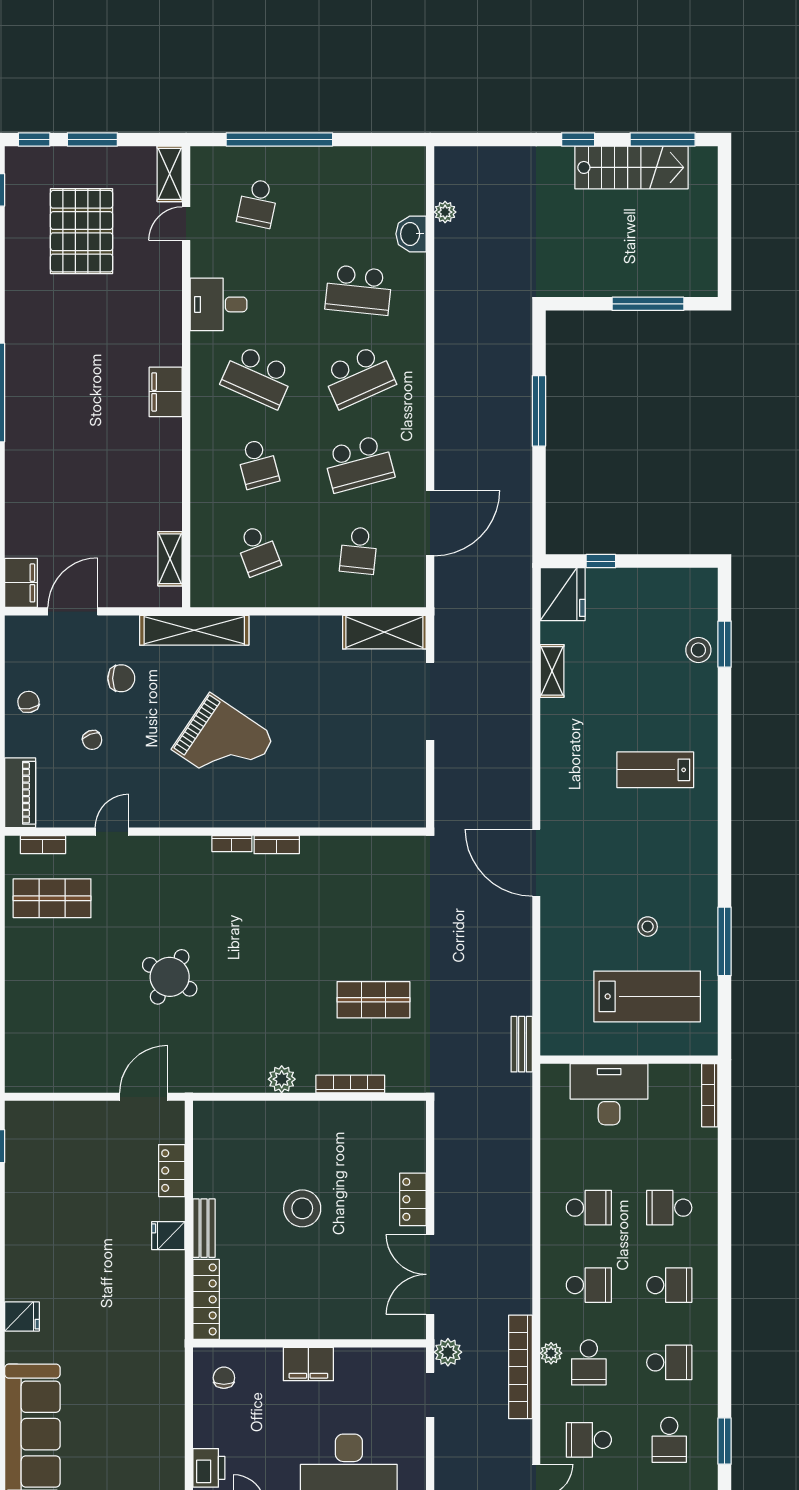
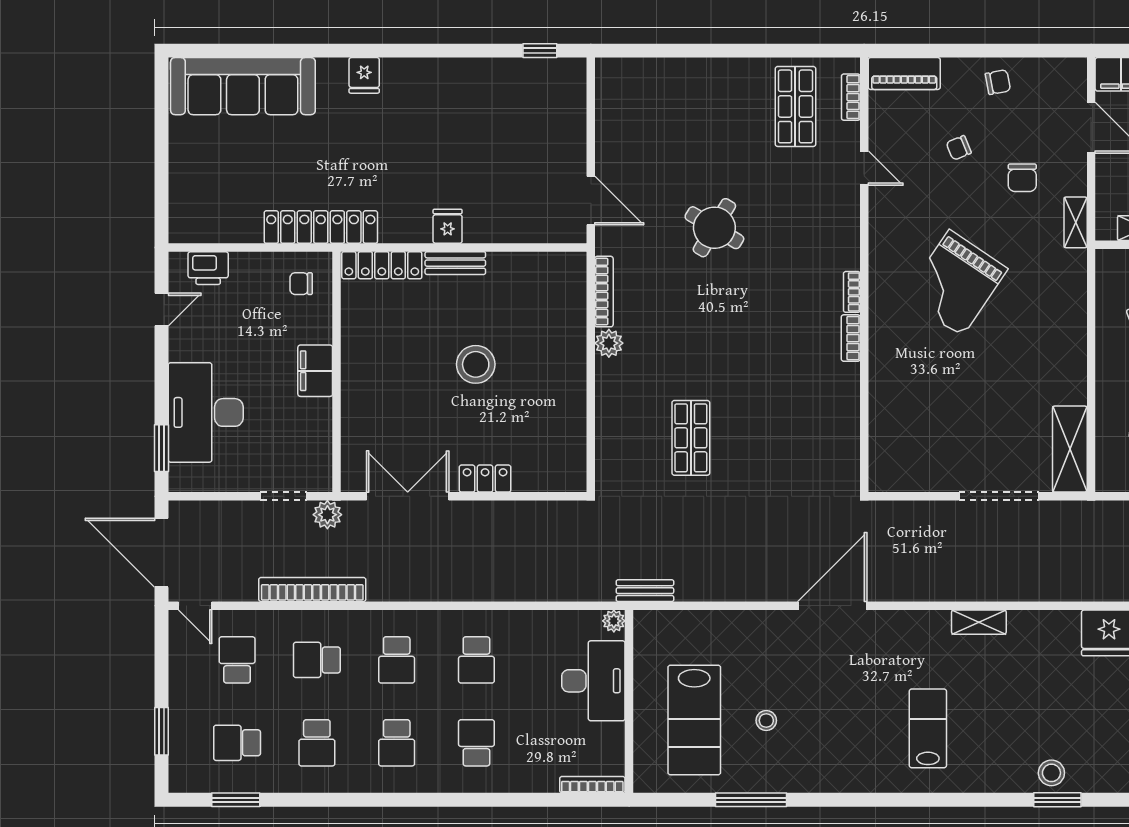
shelving: (194, 630) -> (1076, 222), width x0.45, depth x0.75
shelving: (552, 671) -> (979, 622), moved
bookcase: (350, 1084) -> (604, 292), moved
locker: (172, 1171) -> (321, 227), moved, width x2.16, depth x1.21
plant: (551, 1353) -> (614, 621), moved
chair: (224, 1378) -> (301, 284), turned 180

